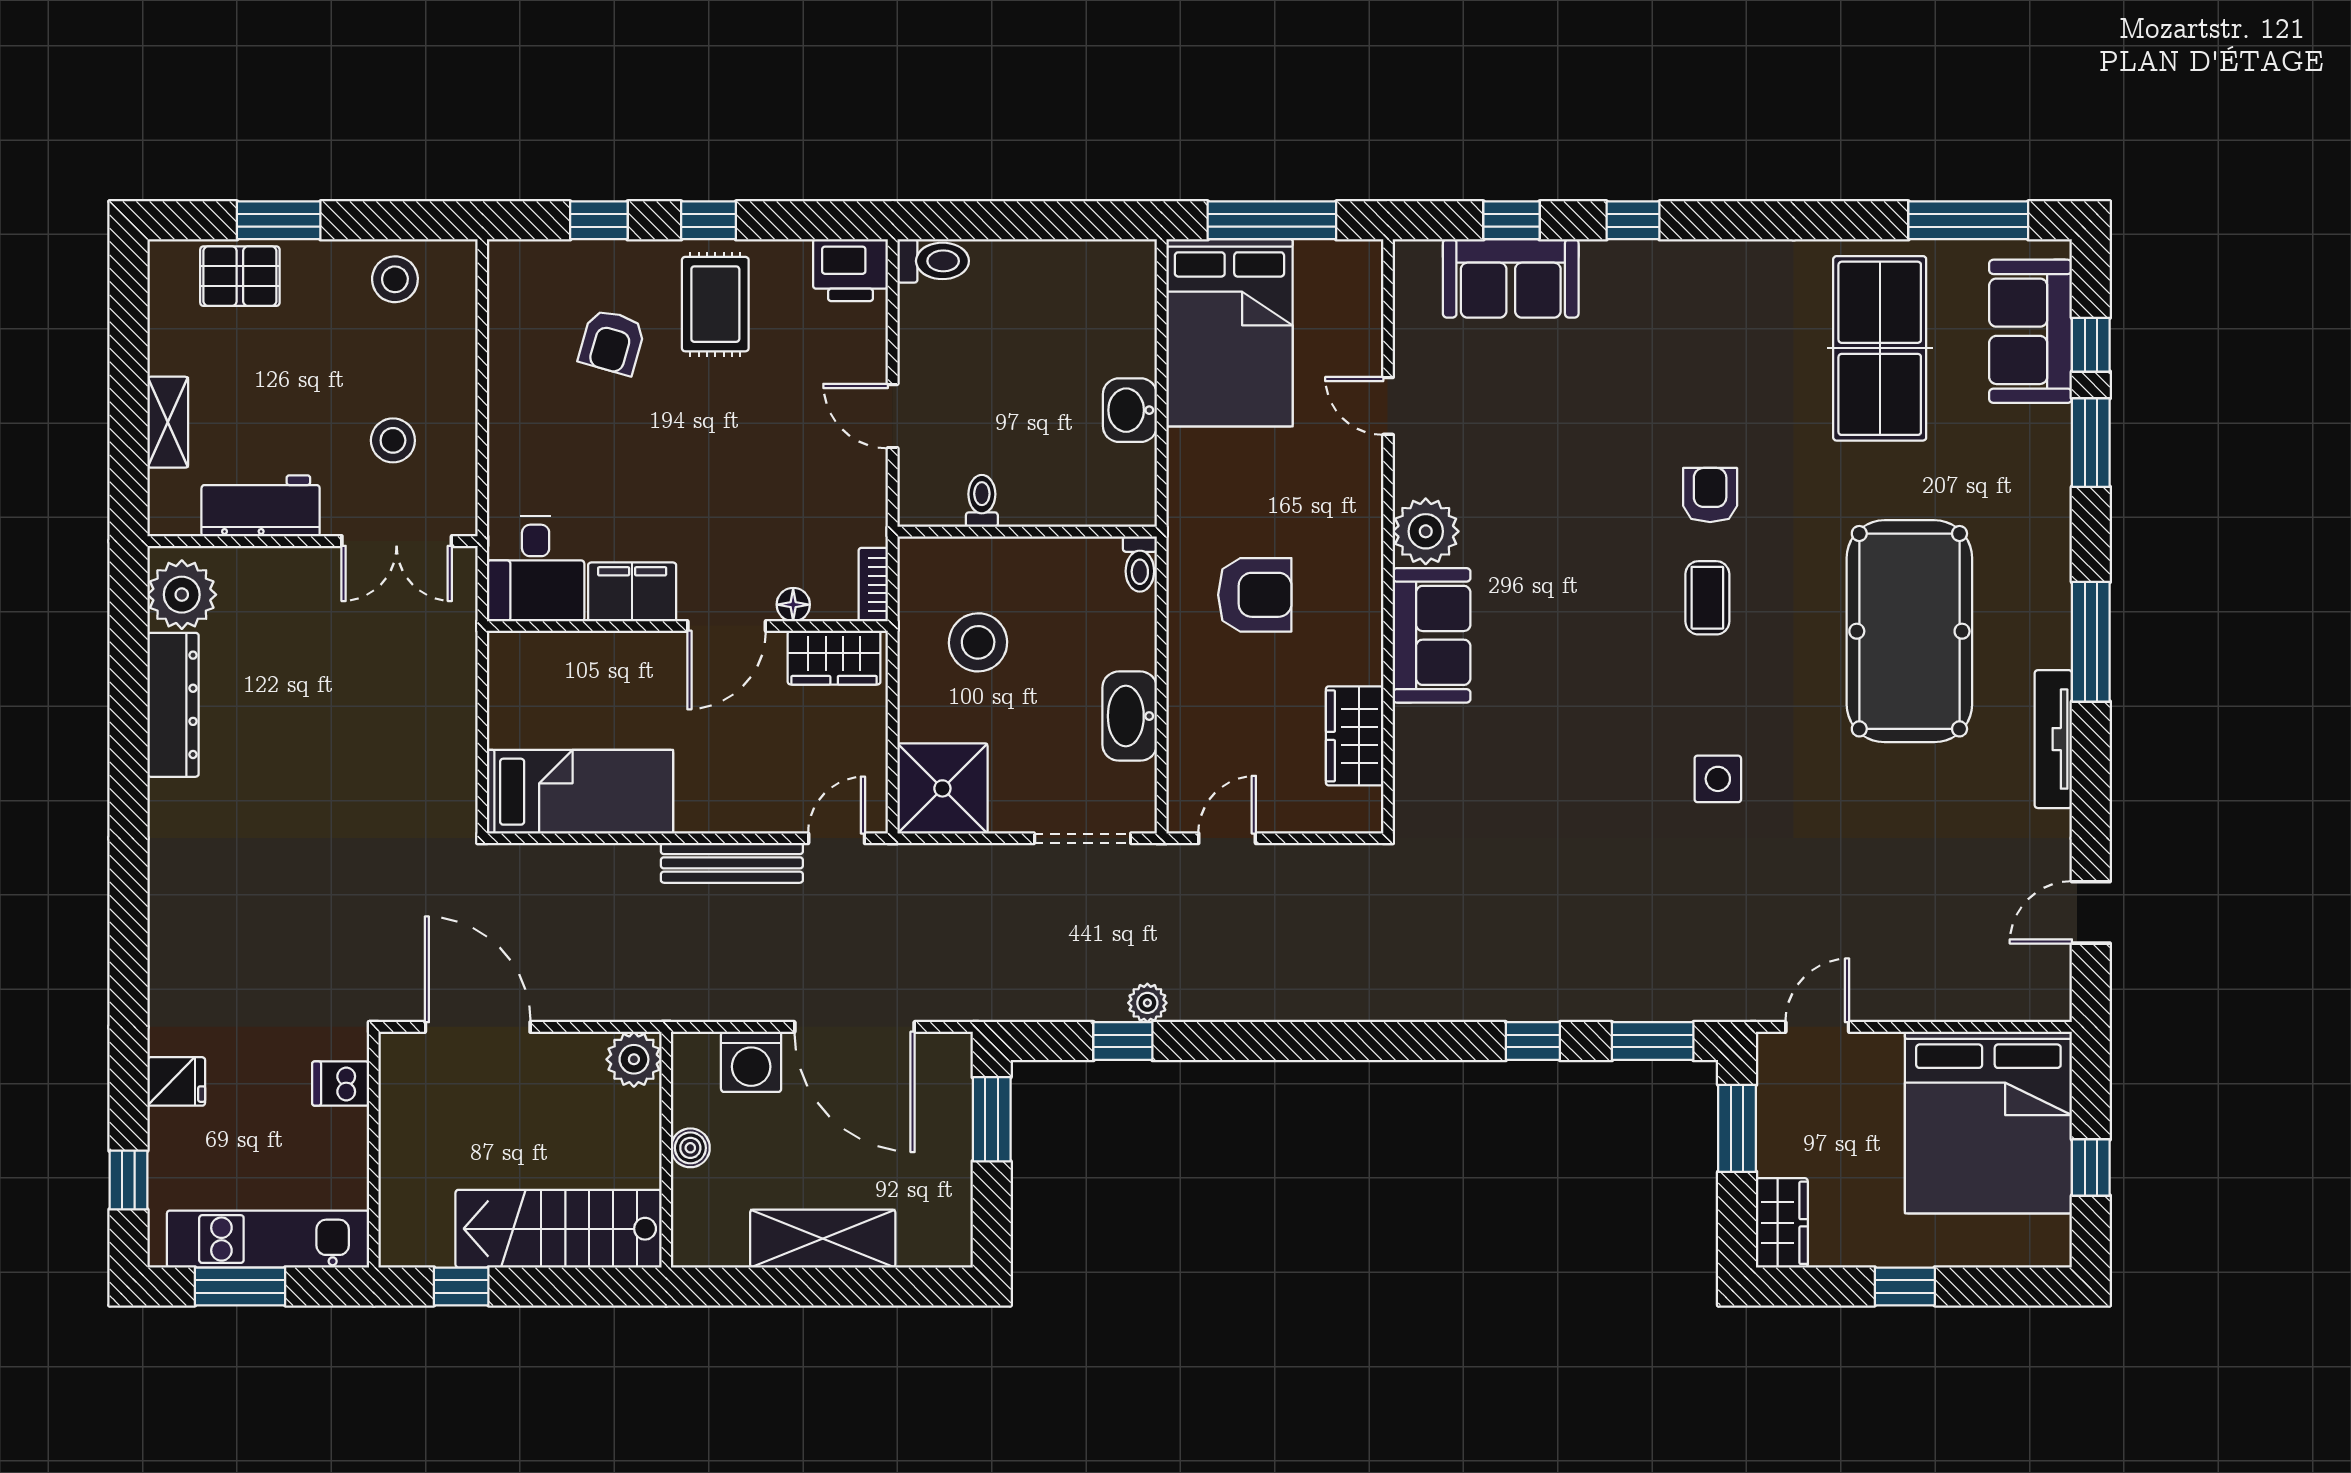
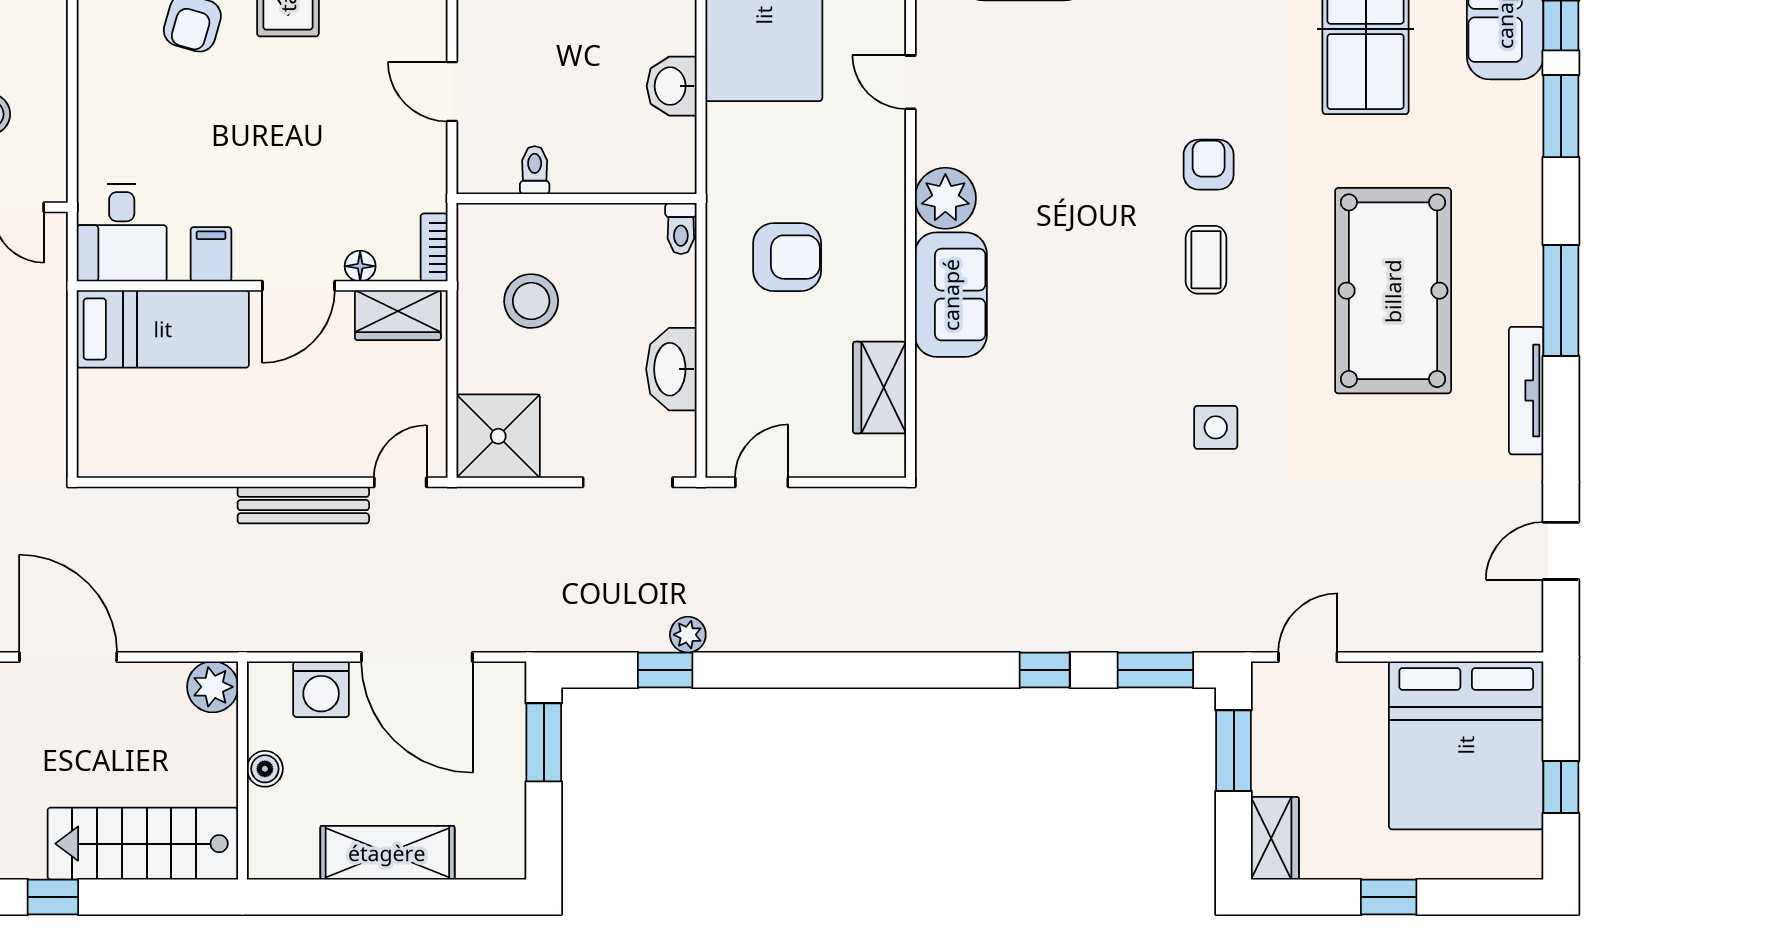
filing cabinet: (632, 592) -> (211, 254), width x0.50
bed: (580, 792) -> (163, 329), moved

